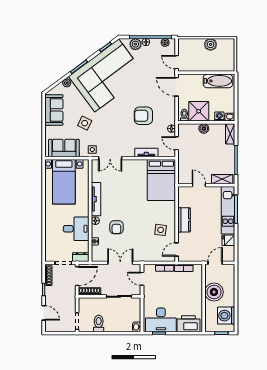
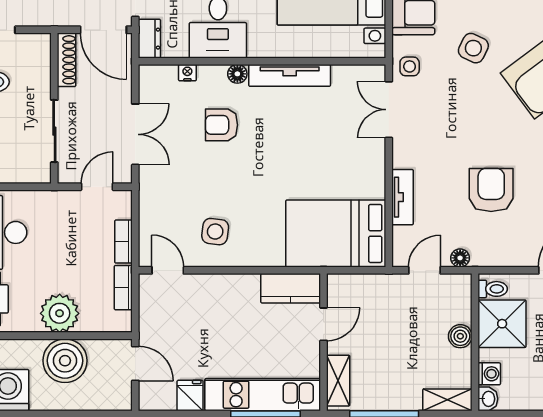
kitchen counter: (184, 220) -> (291, 288), moved
plant: (194, 294) -> (60, 313), added

